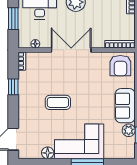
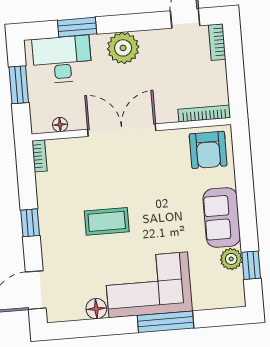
window: (13, 87) -> (30, 223), moved

